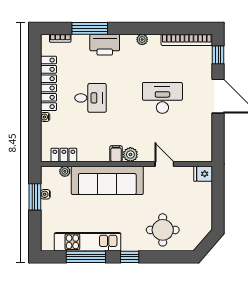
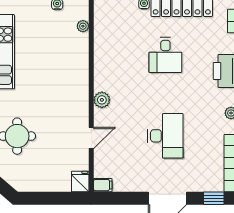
filing cabinet: (116, 154) -> (103, 185), moved
locker: (64, 155) -> (101, 25), removed
sofa: (107, 180) -> (73, 74), removed

